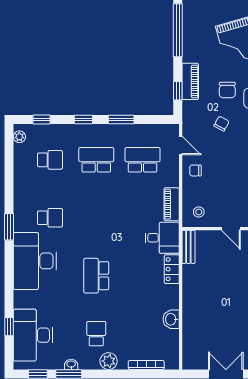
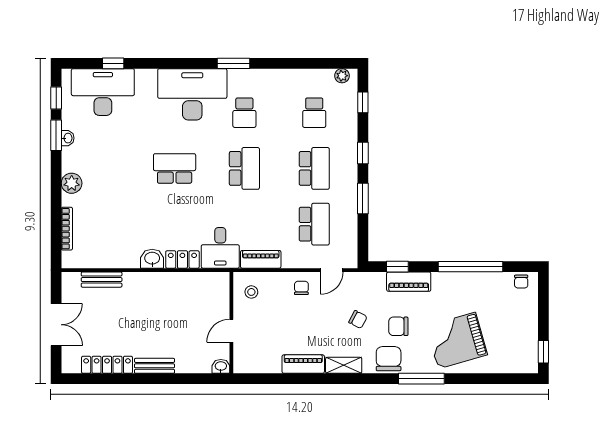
bench: (188, 247) -> (102, 280), moved
washbasin: (171, 319) -> (152, 259), moved
school desk: (96, 334) -> (244, 168), moved, width x1.85

